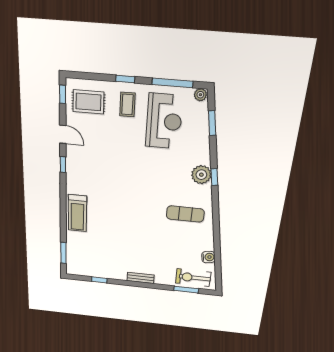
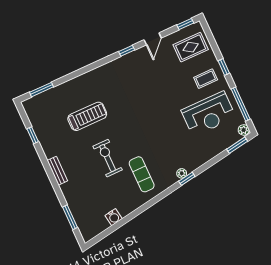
rug: (88, 102) -> (191, 47), turned 90
window: (212, 123) -> (237, 145), moved
plant: (201, 175) -> (182, 173), width x0.53, depth x0.53
treadmill: (77, 213) -> (87, 116), moved, turned 180
exercise bike: (193, 278) -> (108, 158), moved

